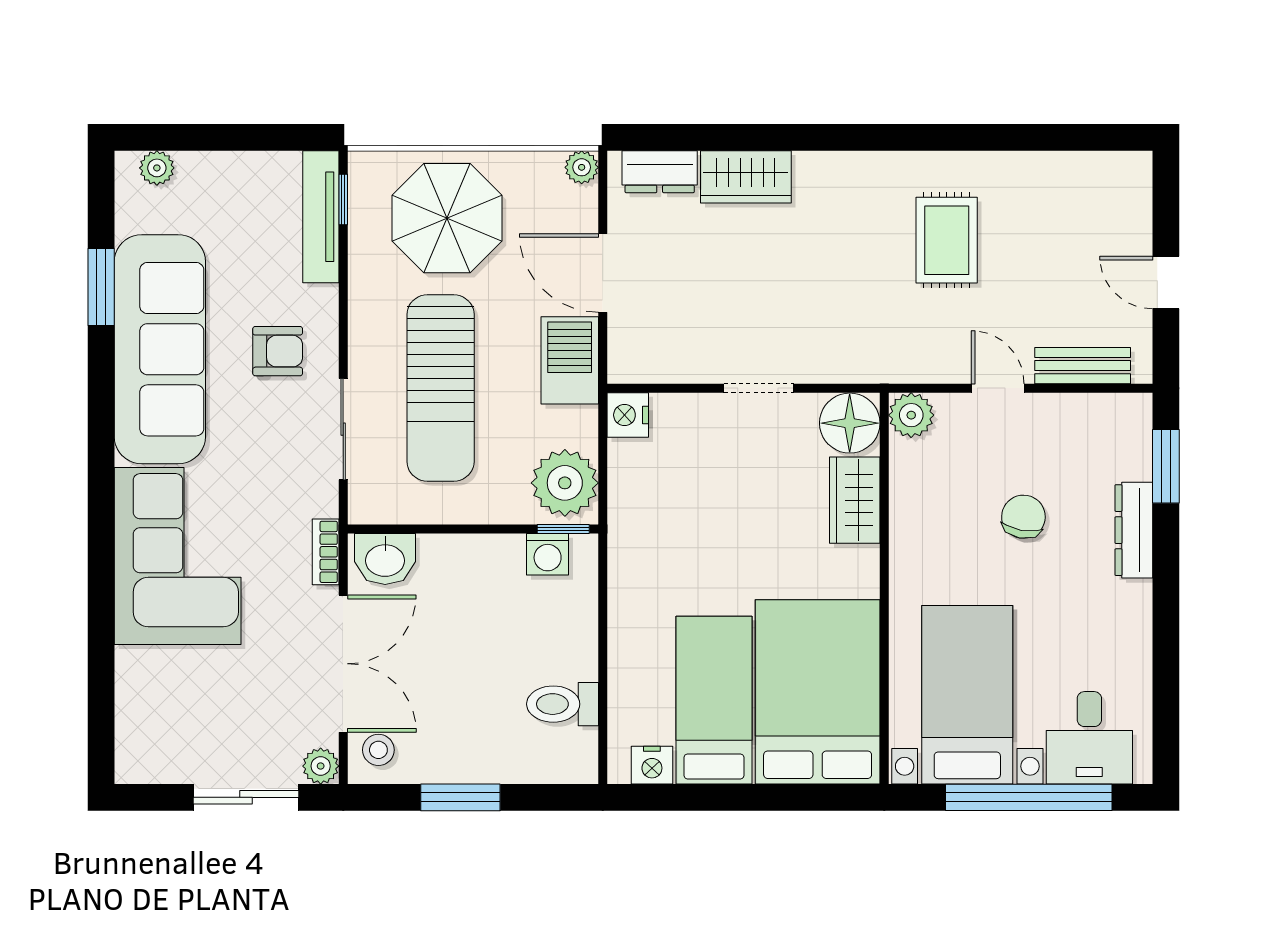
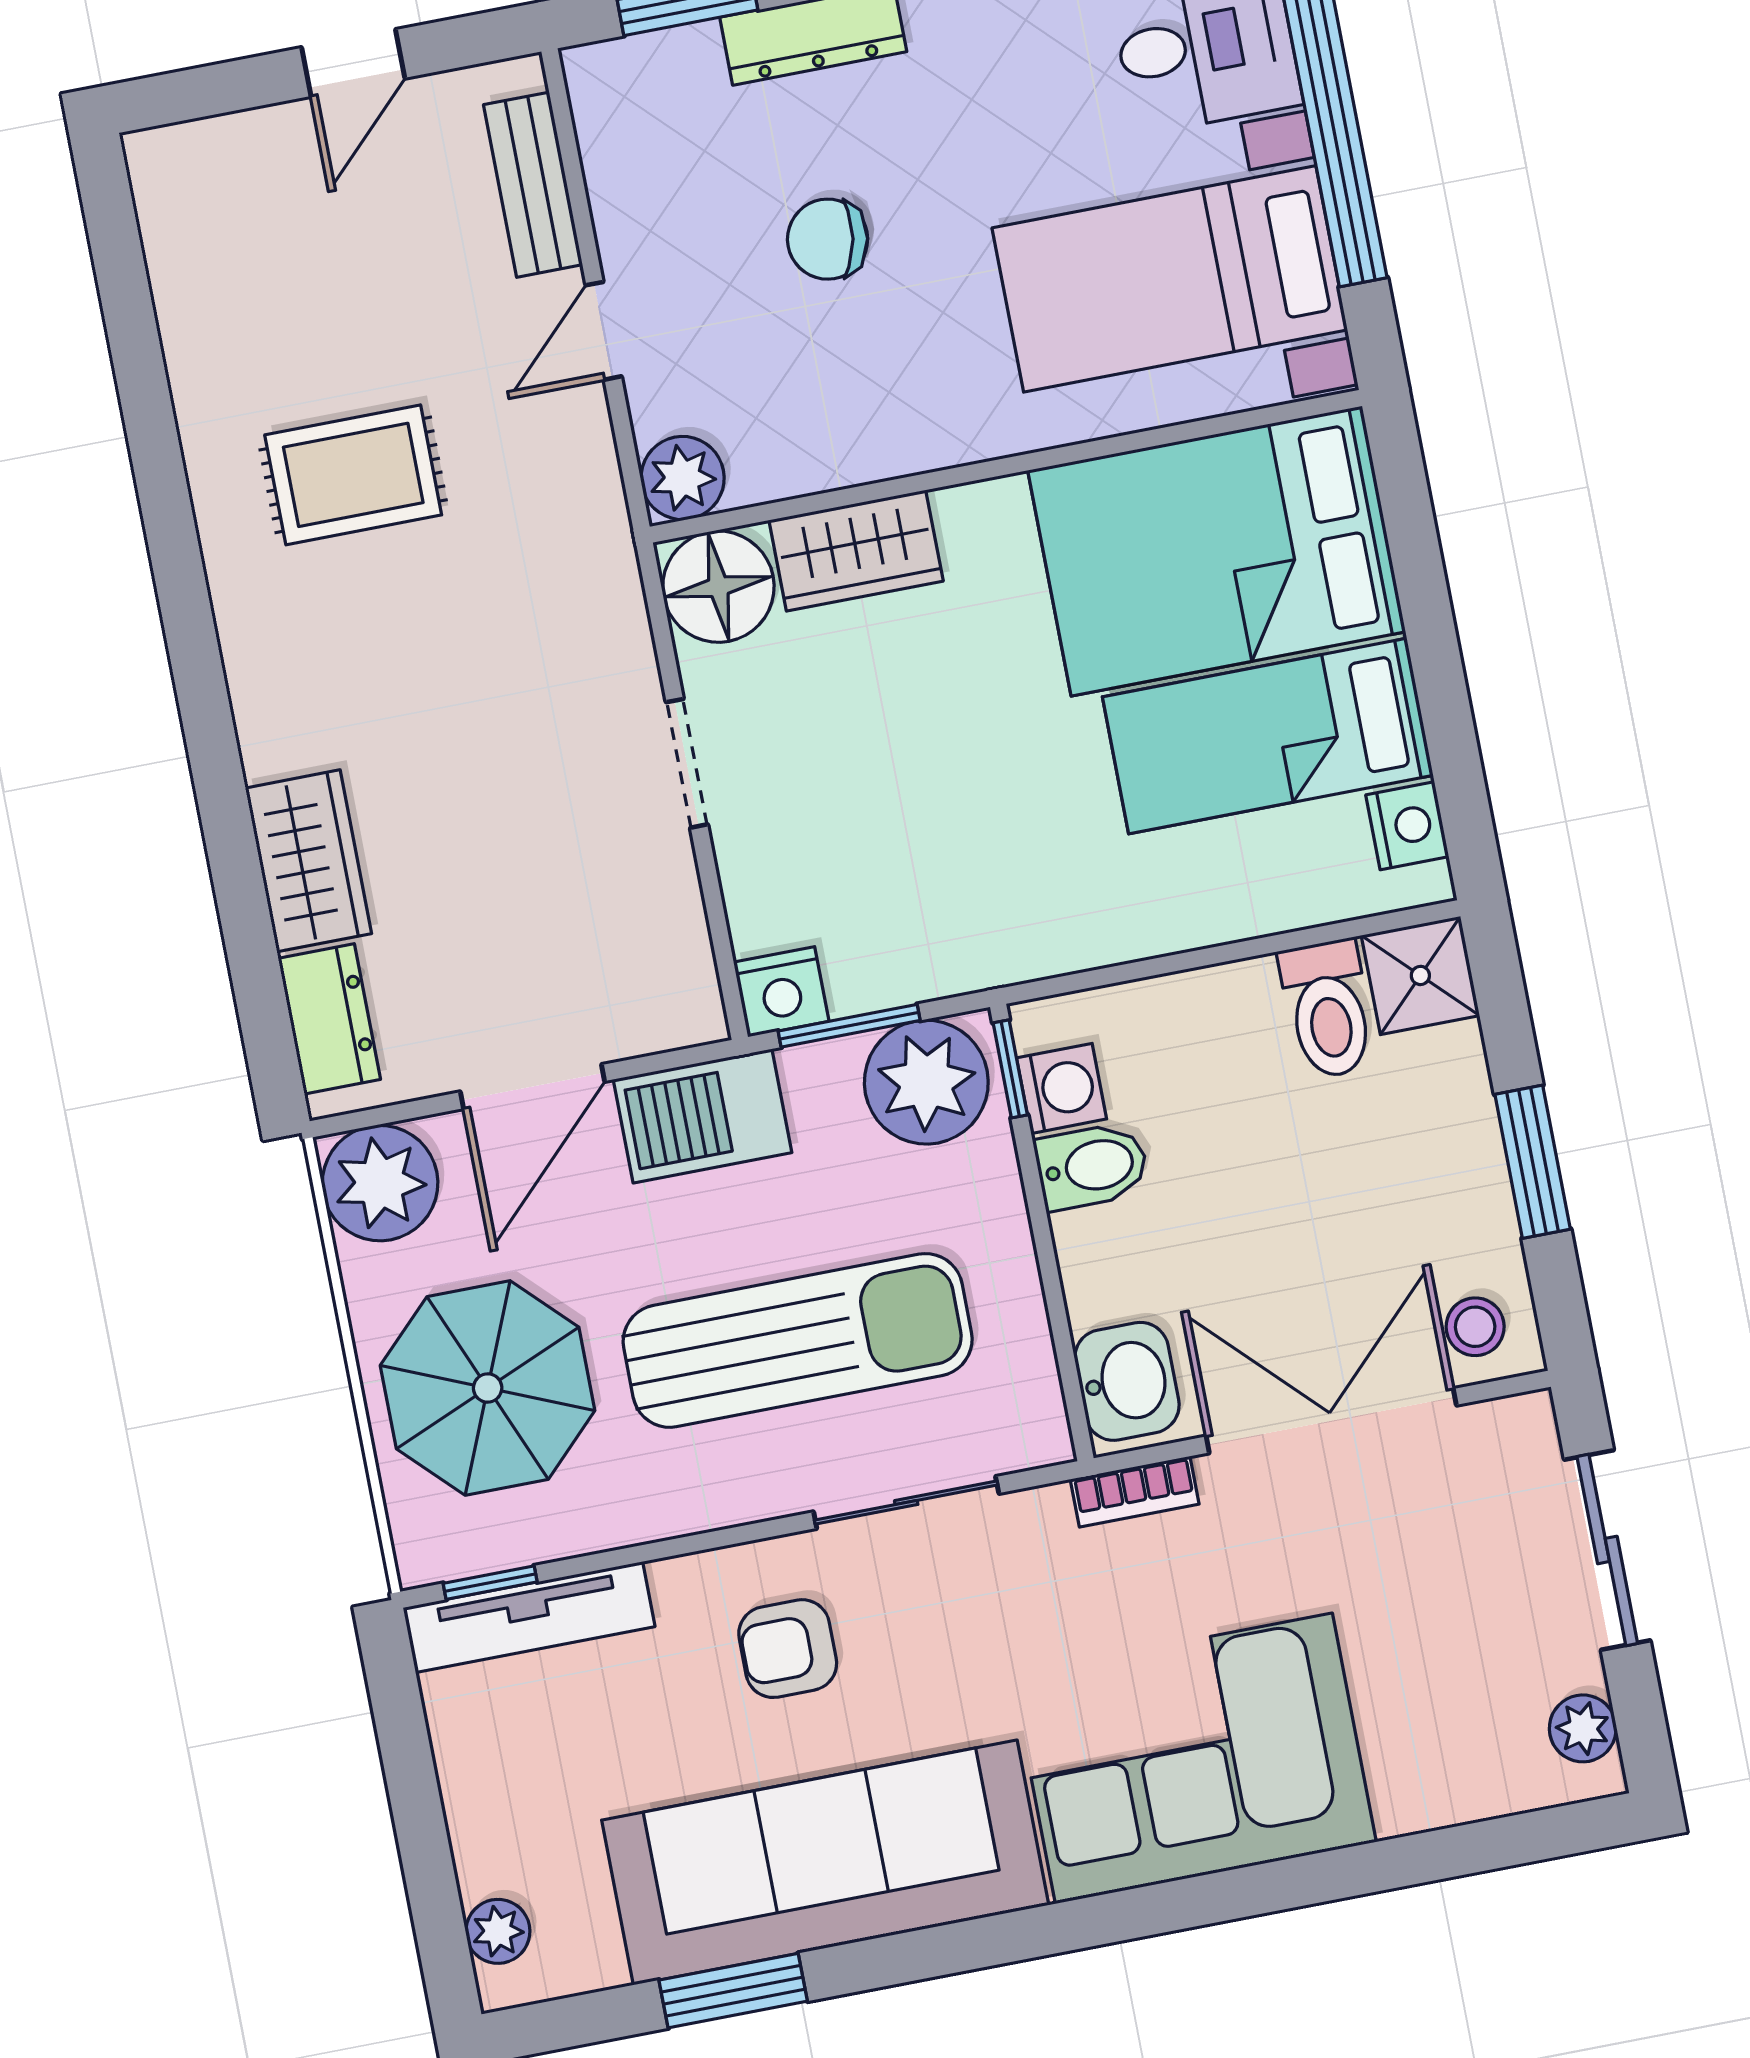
plant: (582, 167) -> (380, 1183), width x1.88, depth x1.88
armchair: (278, 351) -> (788, 1649), turned -90
window: (603, 448) -> (849, 1026), added
bidet: (503, 562) -> (1092, 1166), added
shower: (571, 757) -> (1420, 975), added
plant: (321, 766) -> (1583, 1728), moved

